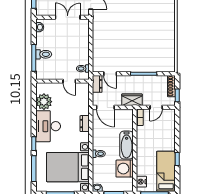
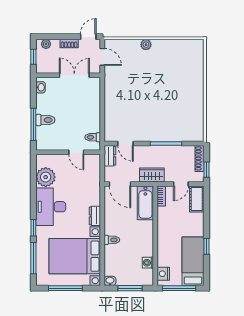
cot: (169, 120) -> (197, 199), added
dresser: (85, 124) -> (95, 216), moved
bathtub: (127, 145) -> (145, 203), moved
washing machine: (125, 169) -> (148, 263), width x0.53, depth x0.53

